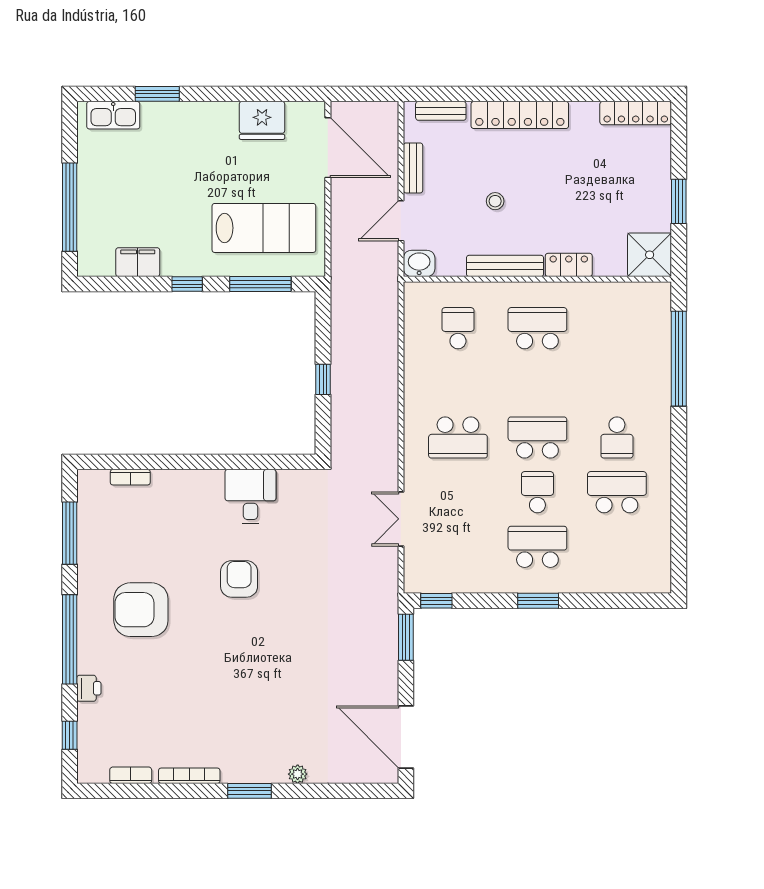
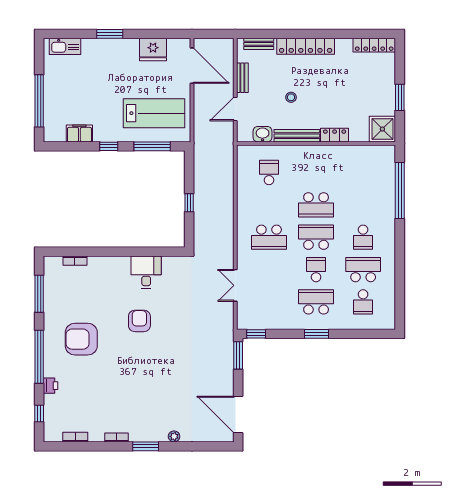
window: (157, 94) -> (110, 34), moved
washbasin: (419, 263) -> (263, 134), moved
school desk: (537, 328) -> (316, 205), moved, turned 180
school desk: (617, 547) -> (363, 302), added
bookcase: (189, 776) -> (116, 437), width x0.64

